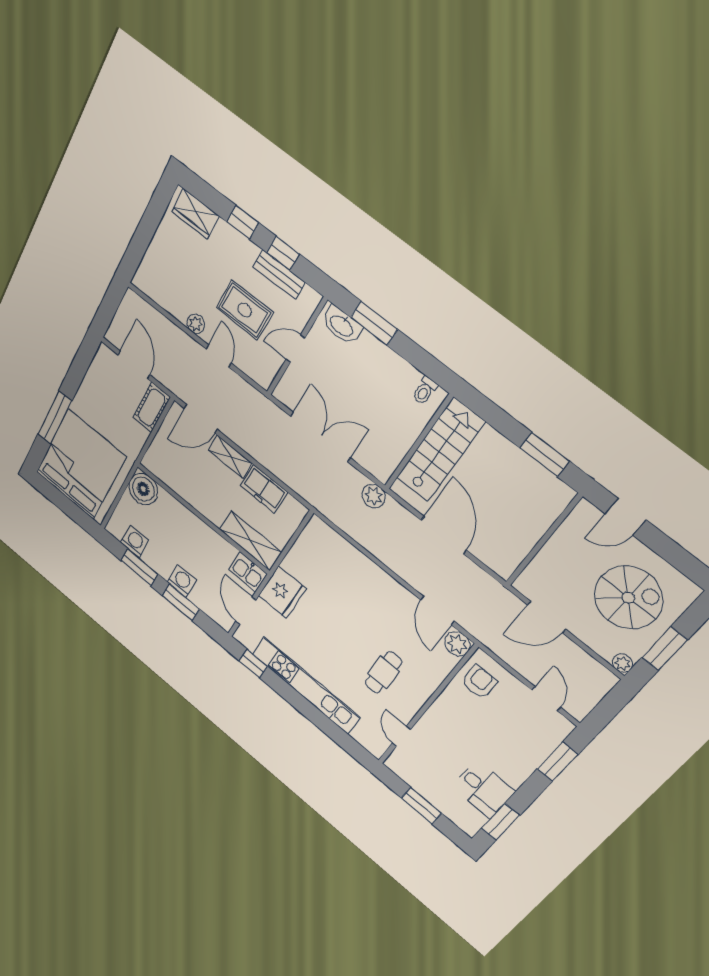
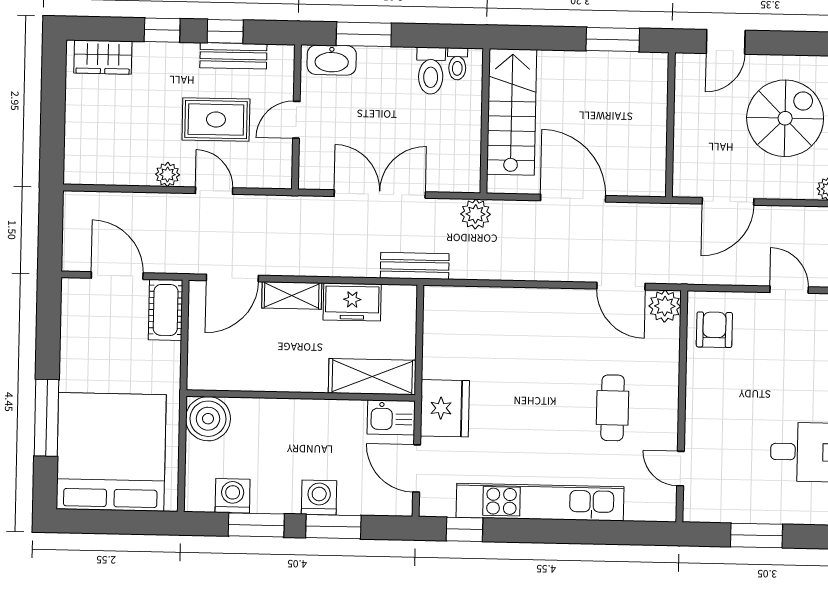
toilet: (404, 382) -> (431, 71), added
bench: (315, 497) -> (415, 266), added

